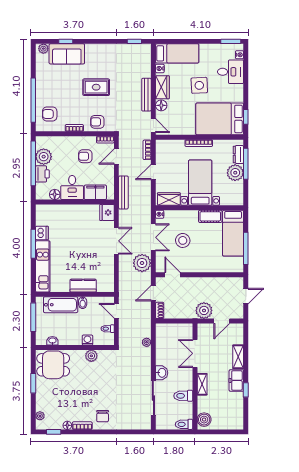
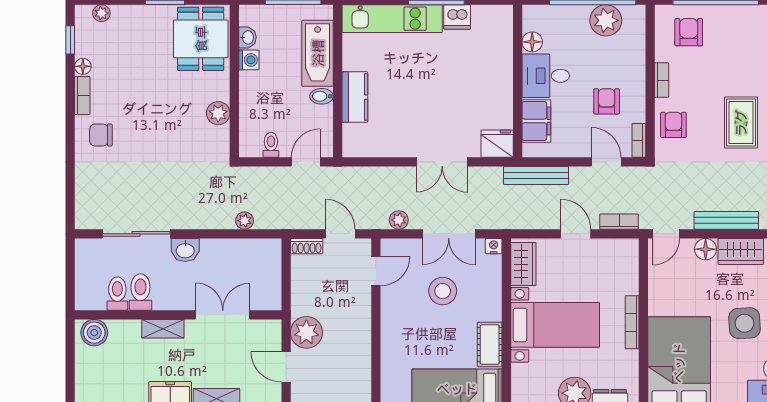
printer: (42, 174) -> (572, 18), removed
plant: (142, 263) -> (399, 220), width x0.53, depth x0.53
washing machine: (87, 340) -> (249, 60), moved
toilet: (184, 424) -> (117, 294), moved

